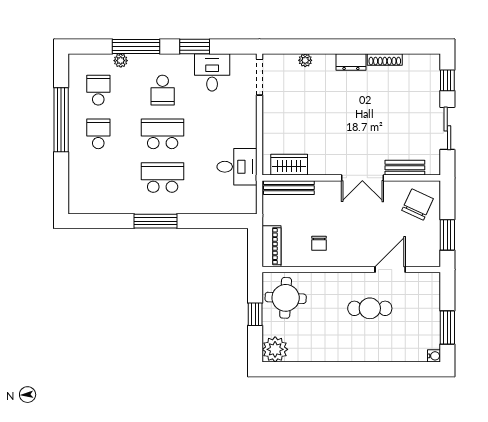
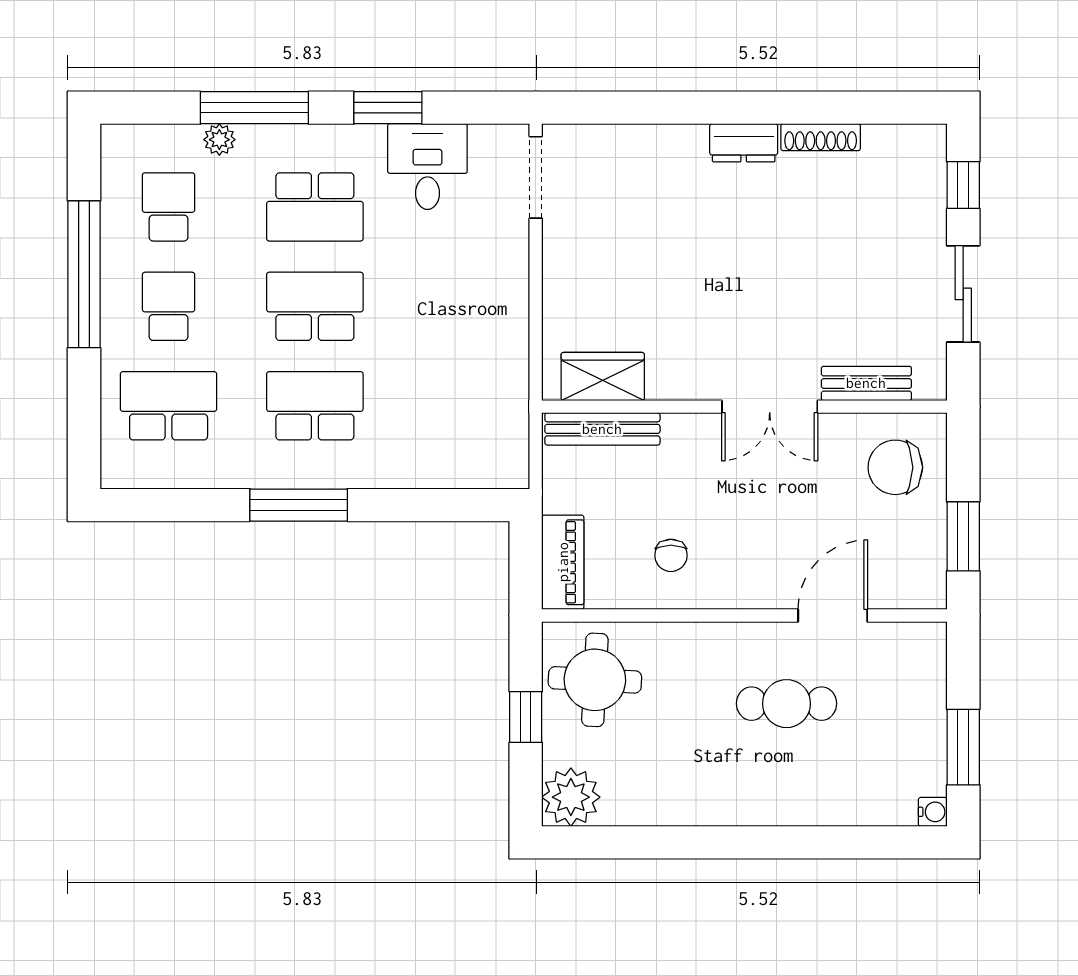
plant: (305, 60) -> (640, 139), removed
school desk: (163, 90) -> (315, 207), width x1.85
desk: (237, 167) -> (484, 381), removed
school desk: (98, 178) -> (169, 406), added
chair: (418, 205) -> (895, 467), turned -115

